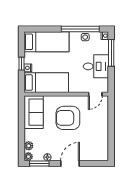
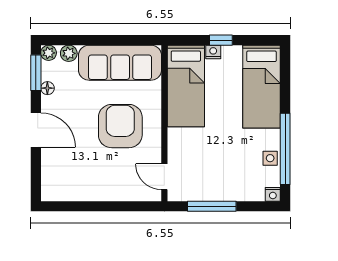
window: (111, 53) -> (212, 206), moved
desk: (96, 66) -> (216, 178), removed
sofa: (34, 112) -> (120, 63), width x1.36

